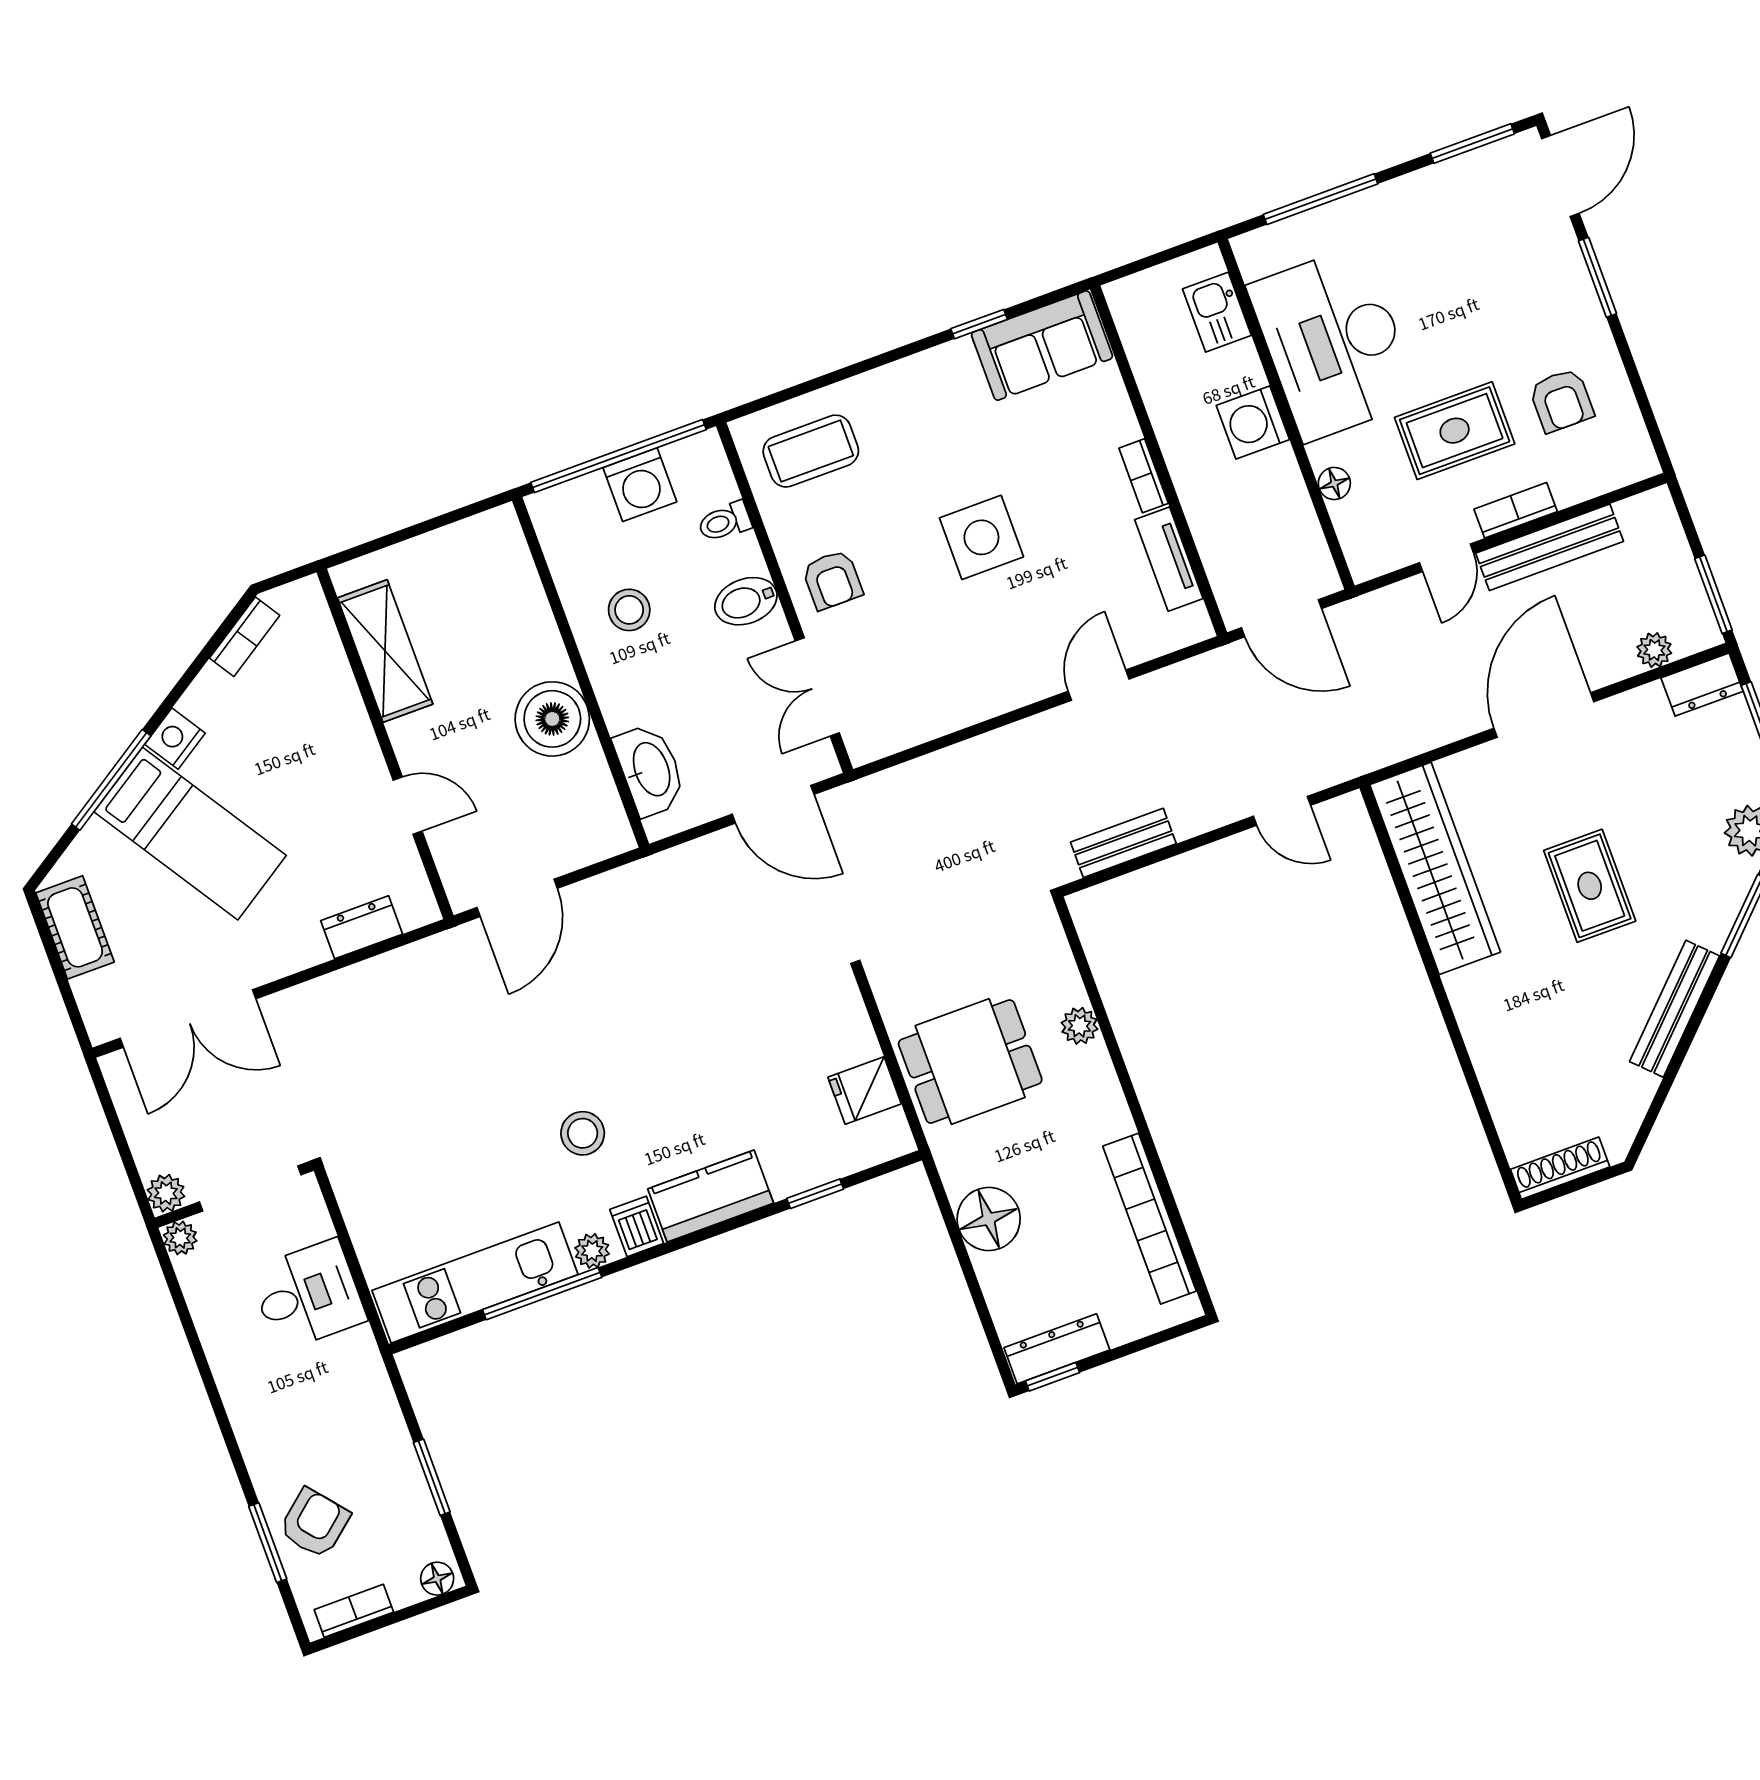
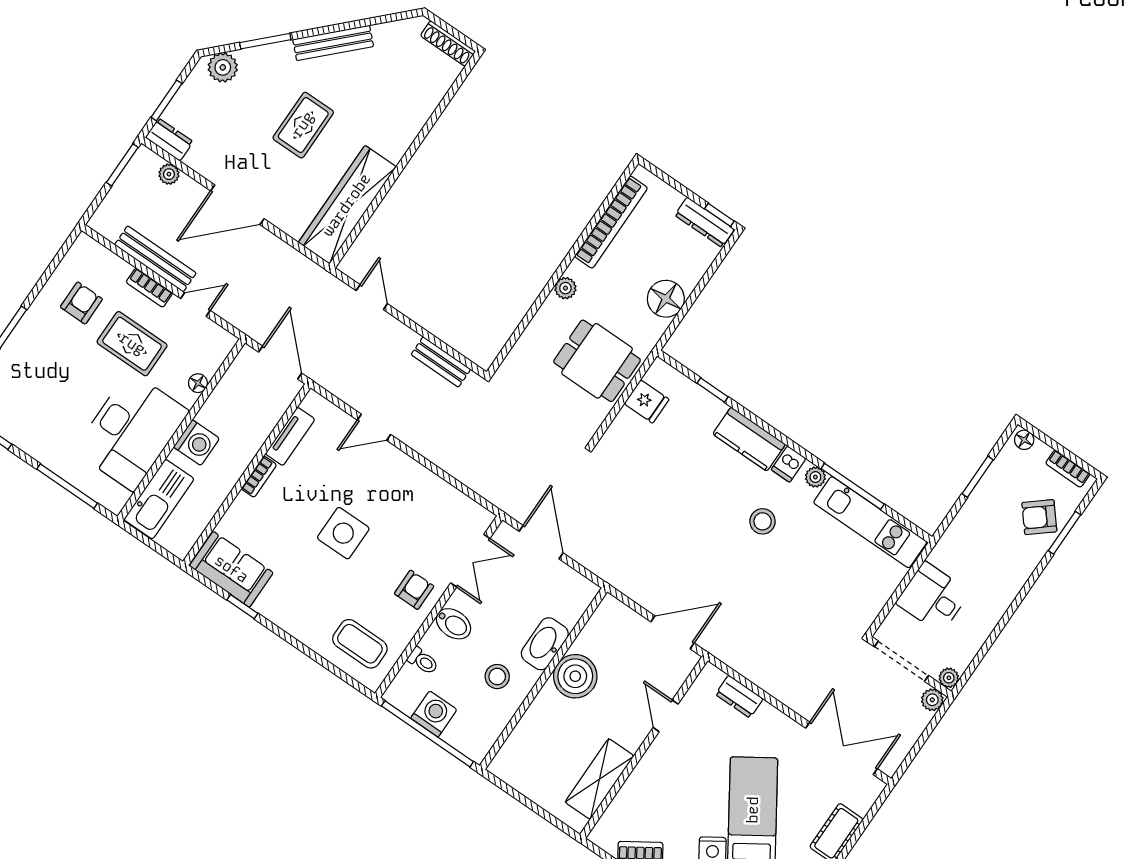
kitchen sink: (1217, 312) -> (159, 499), width x1.87, depth x1.24
washbasin: (650, 770) -> (545, 644), moved
plant: (1079, 1026) -> (565, 288), moved

